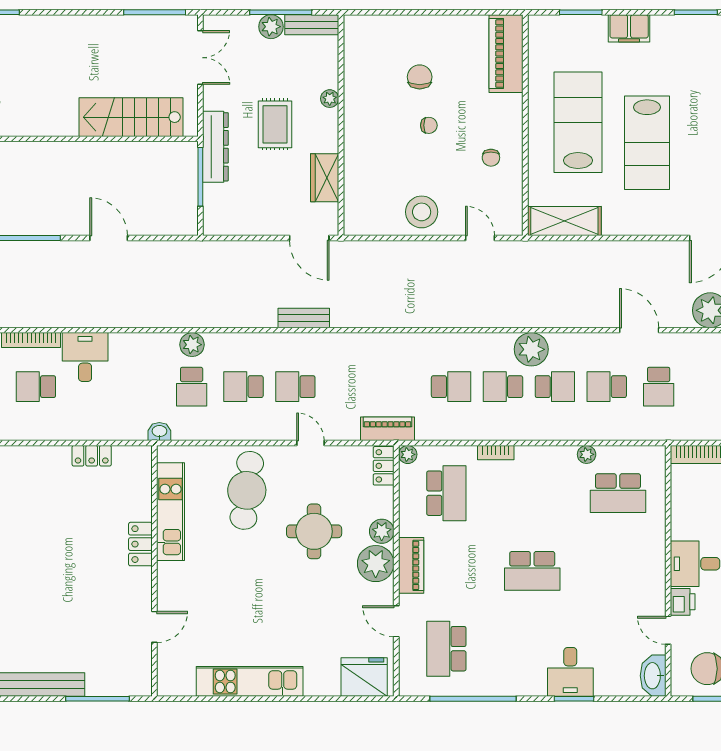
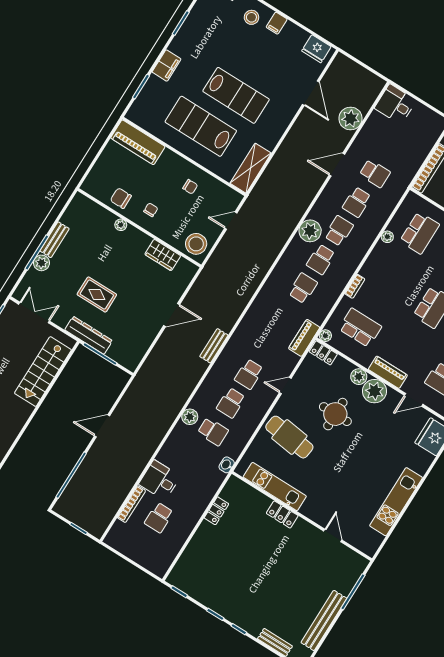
plant: (330, 99) -> (121, 225), moved
wall: (341, 125) -> (139, 228), moved
wardrobe: (325, 178) -> (163, 255), moved

